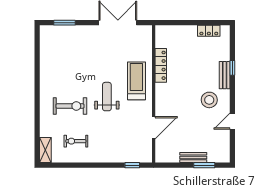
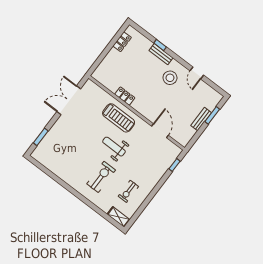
locker: (161, 65) -> (125, 96), width x0.66
treadmill: (136, 81) -> (119, 118), turned 180

